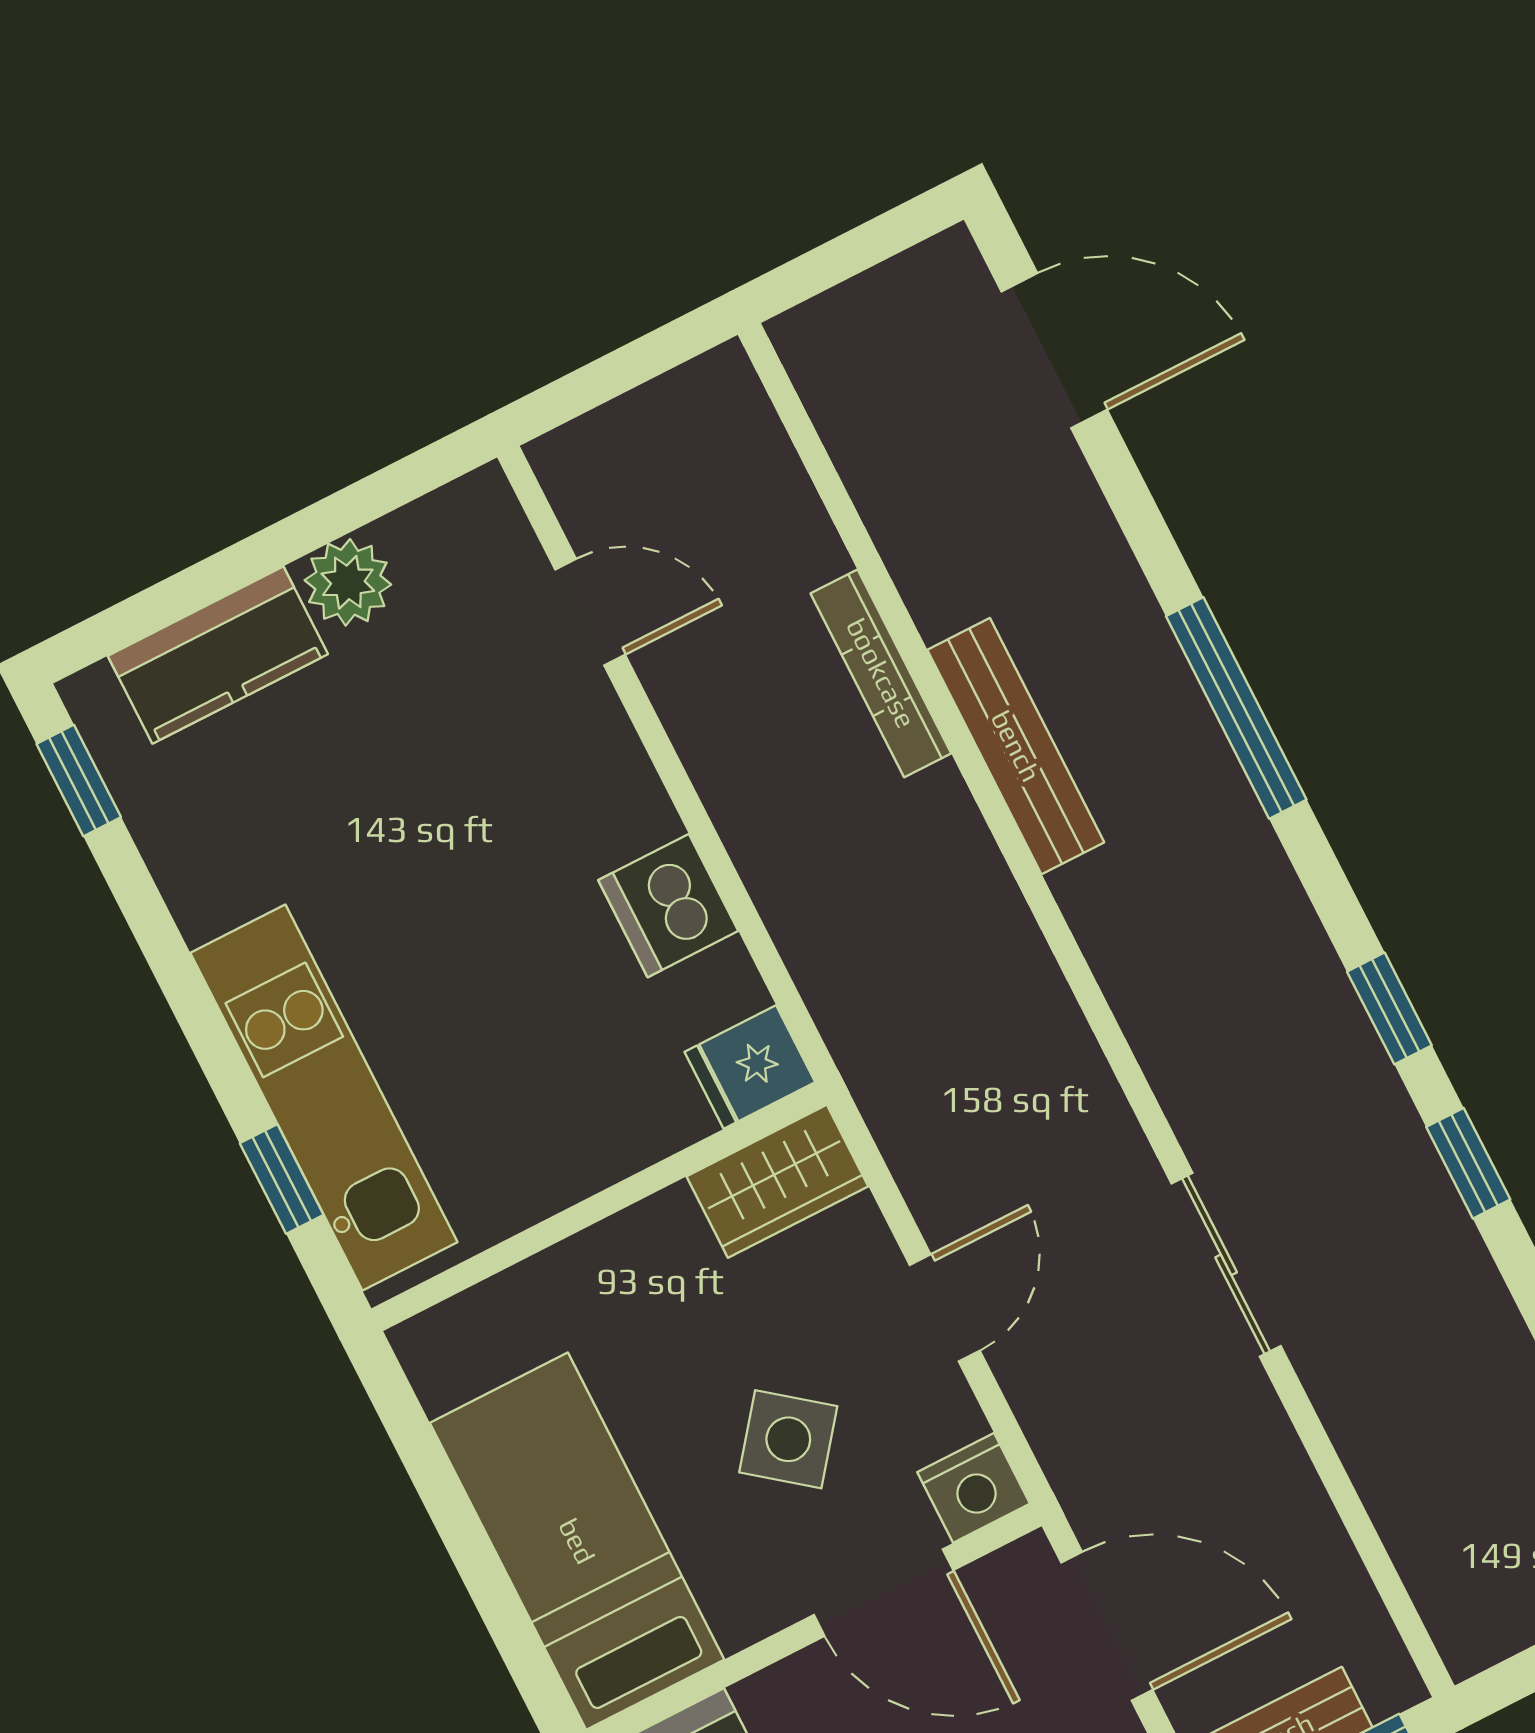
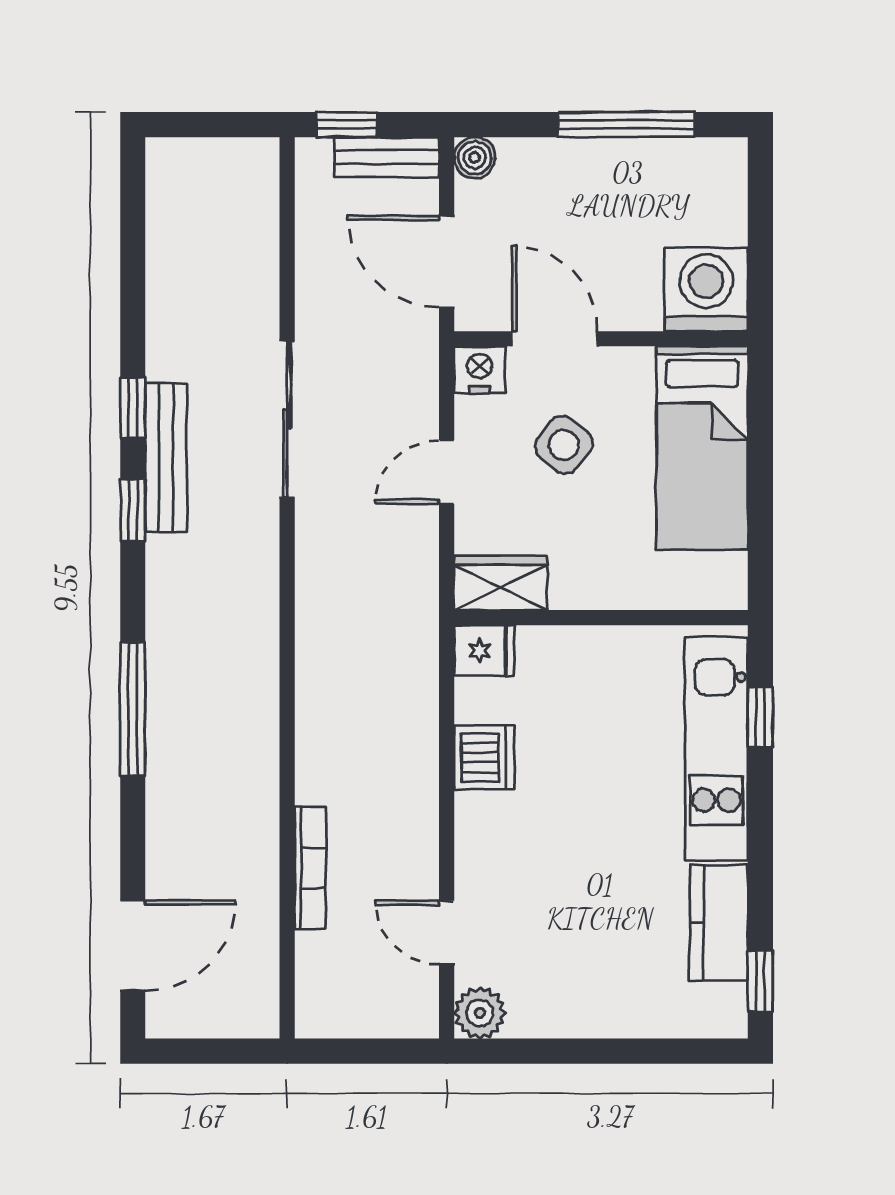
door: (1054, 351) -> (133, 946), swing flipped
plant: (348, 582) -> (480, 1013), moved
kitchen counter: (218, 655) -> (719, 923), moved, turned -90
bookcase: (881, 673) -> (310, 868), moved
bench: (1016, 746) -> (166, 458), moved
sliding door: (1226, 1265) -> (287, 419), width x1.37

